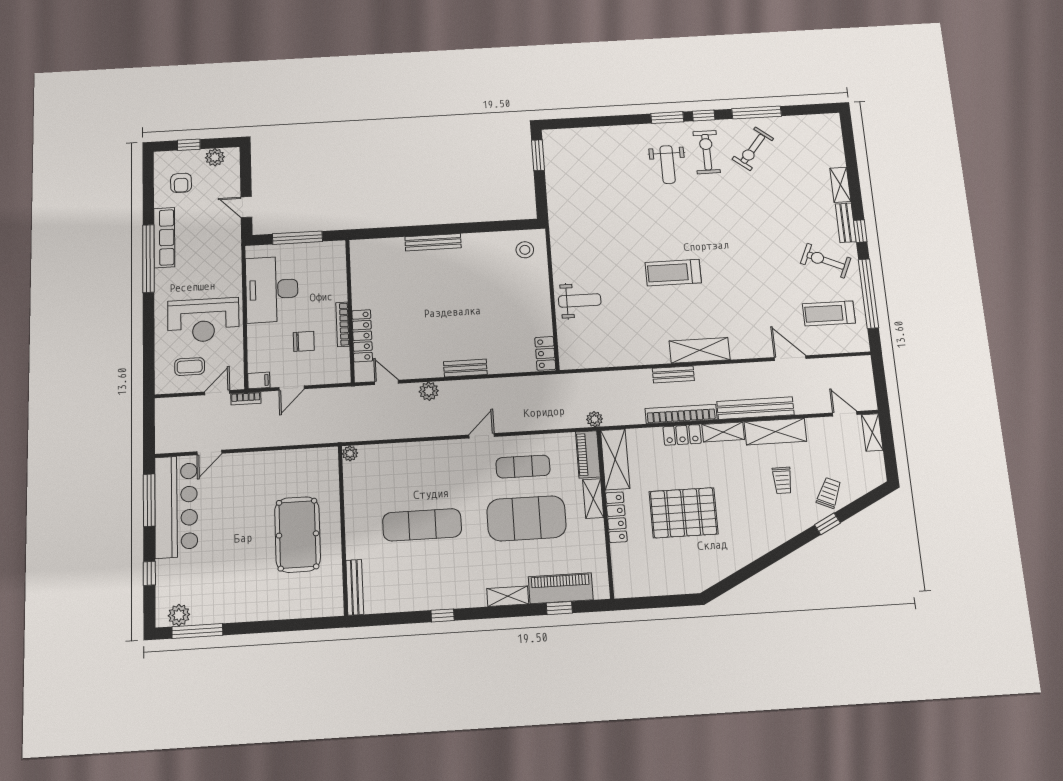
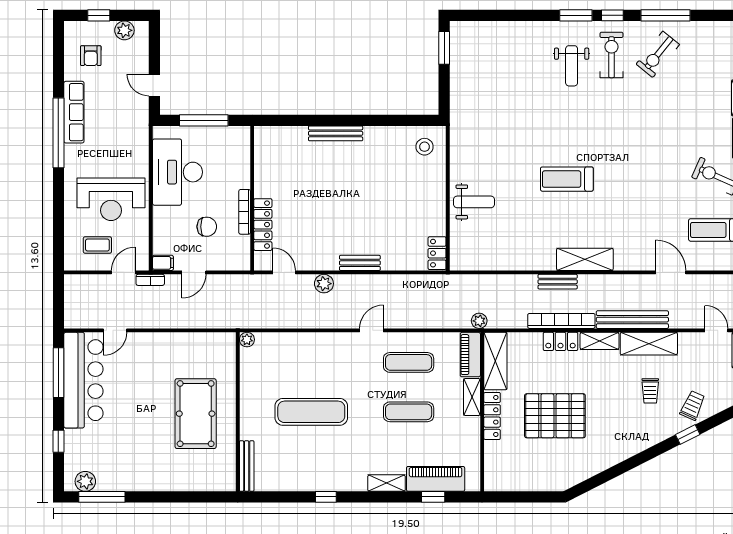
exercise mat: (526, 518) -> (409, 412), width x0.50, depth x0.69

